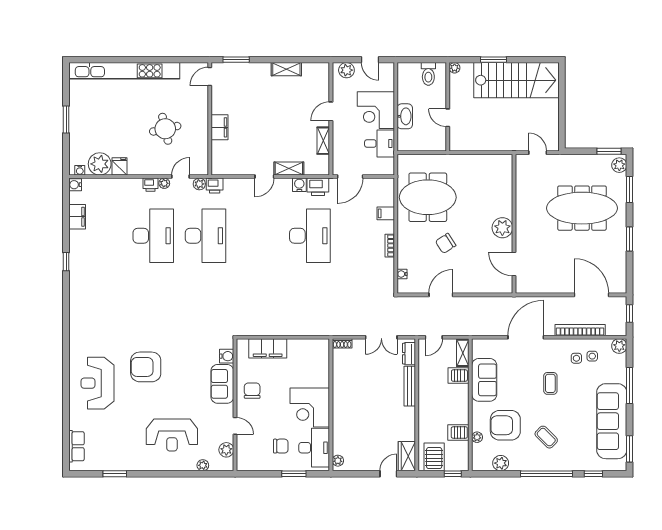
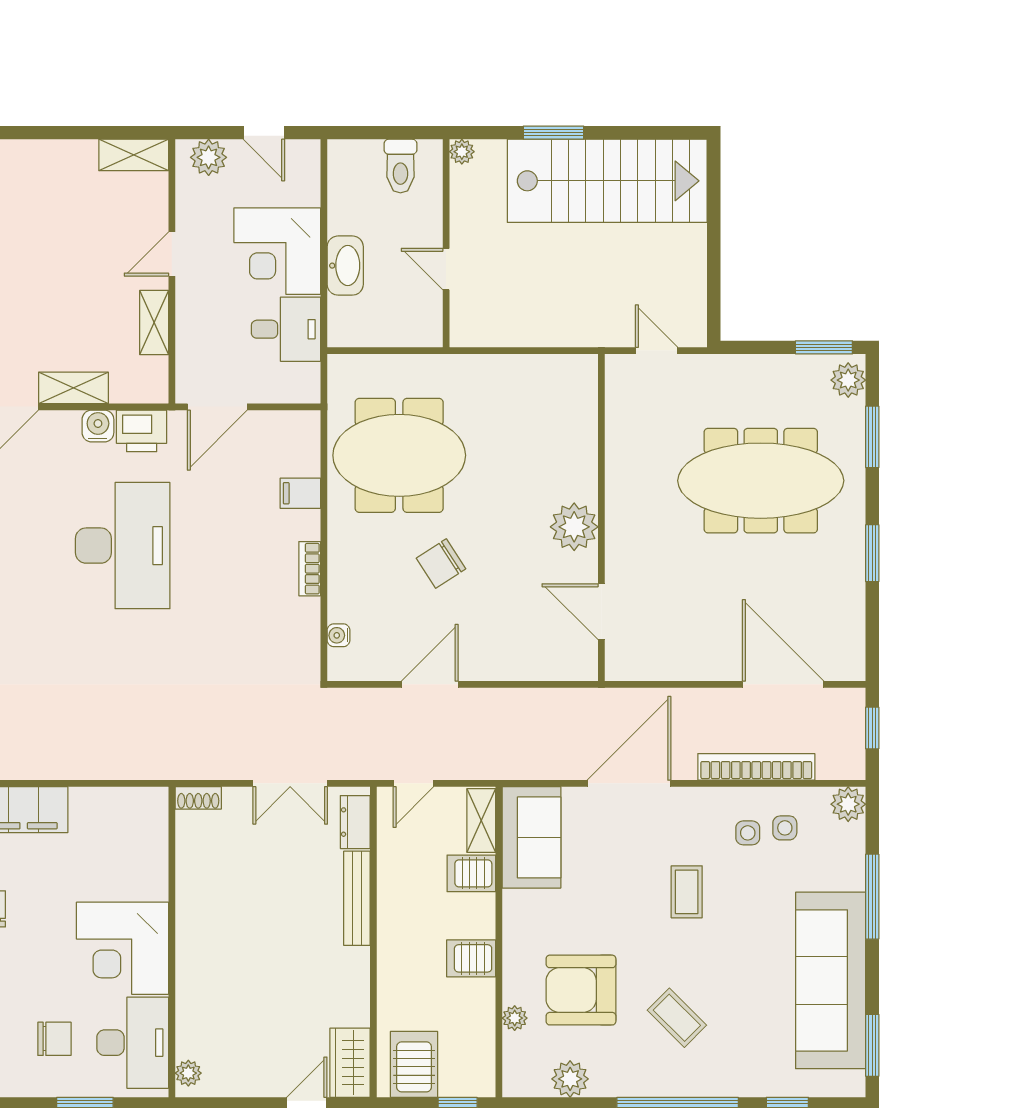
shelving: (286, 69) -> (134, 155), moved
sofa: (484, 380) -> (532, 837), moved
server rack: (458, 432) -> (471, 958), moved

